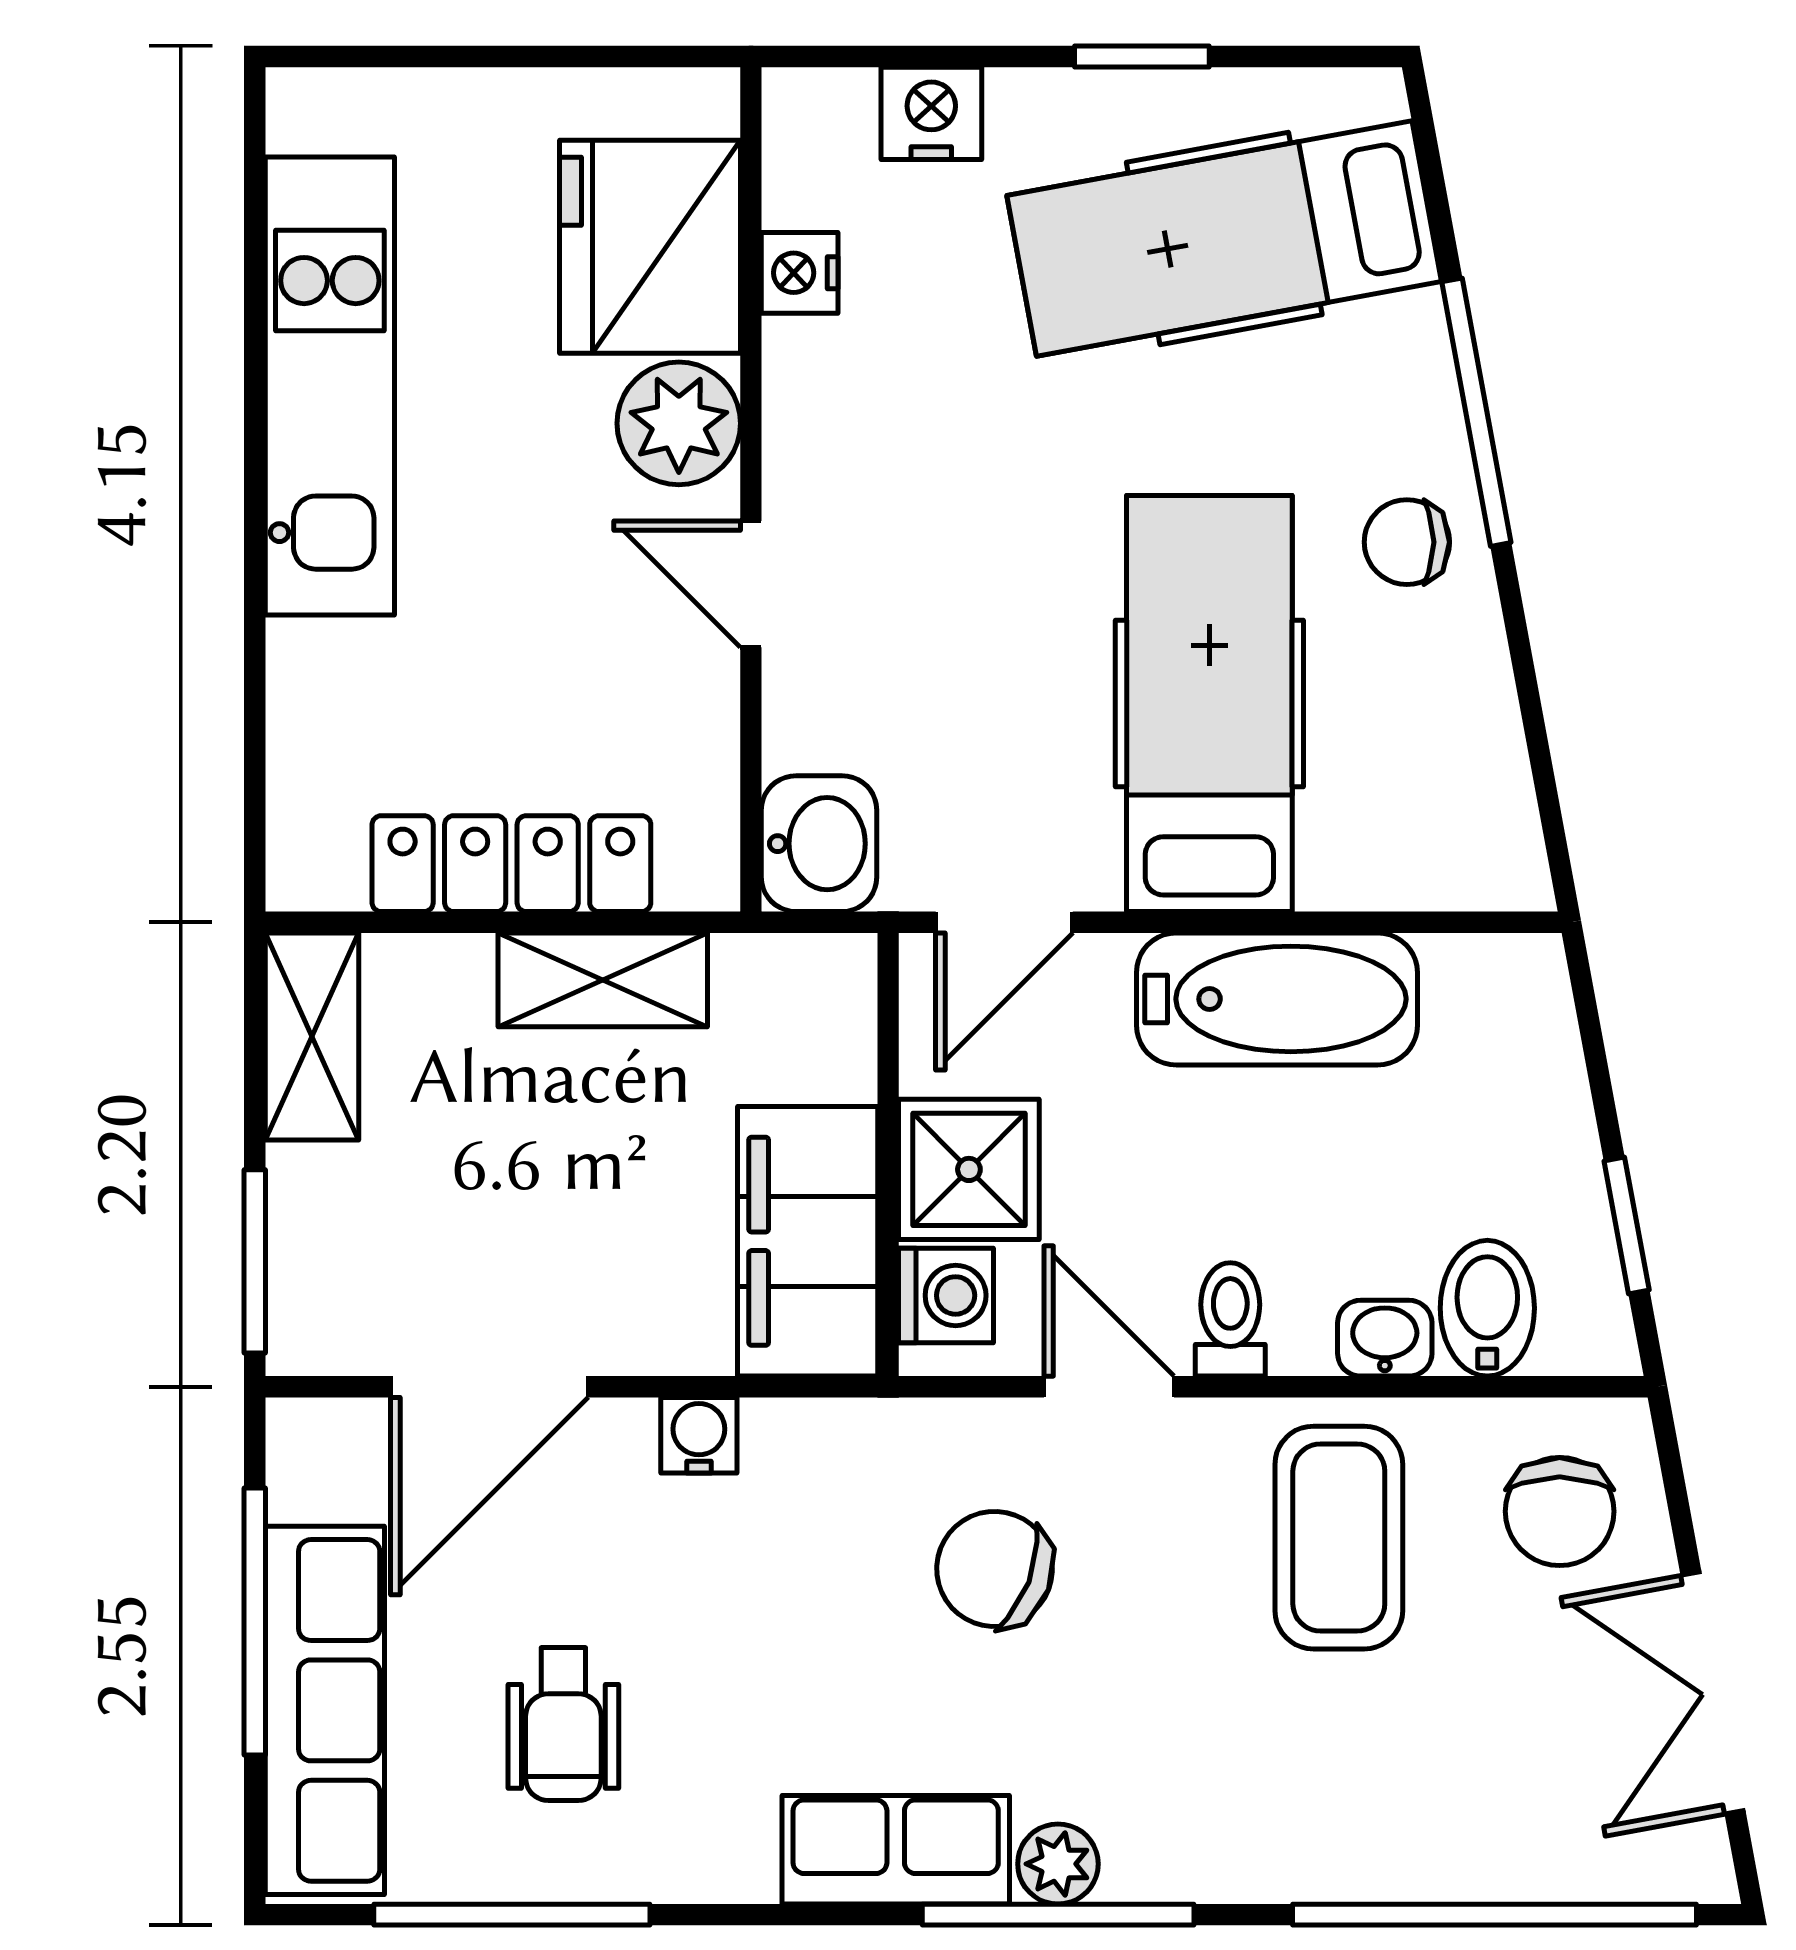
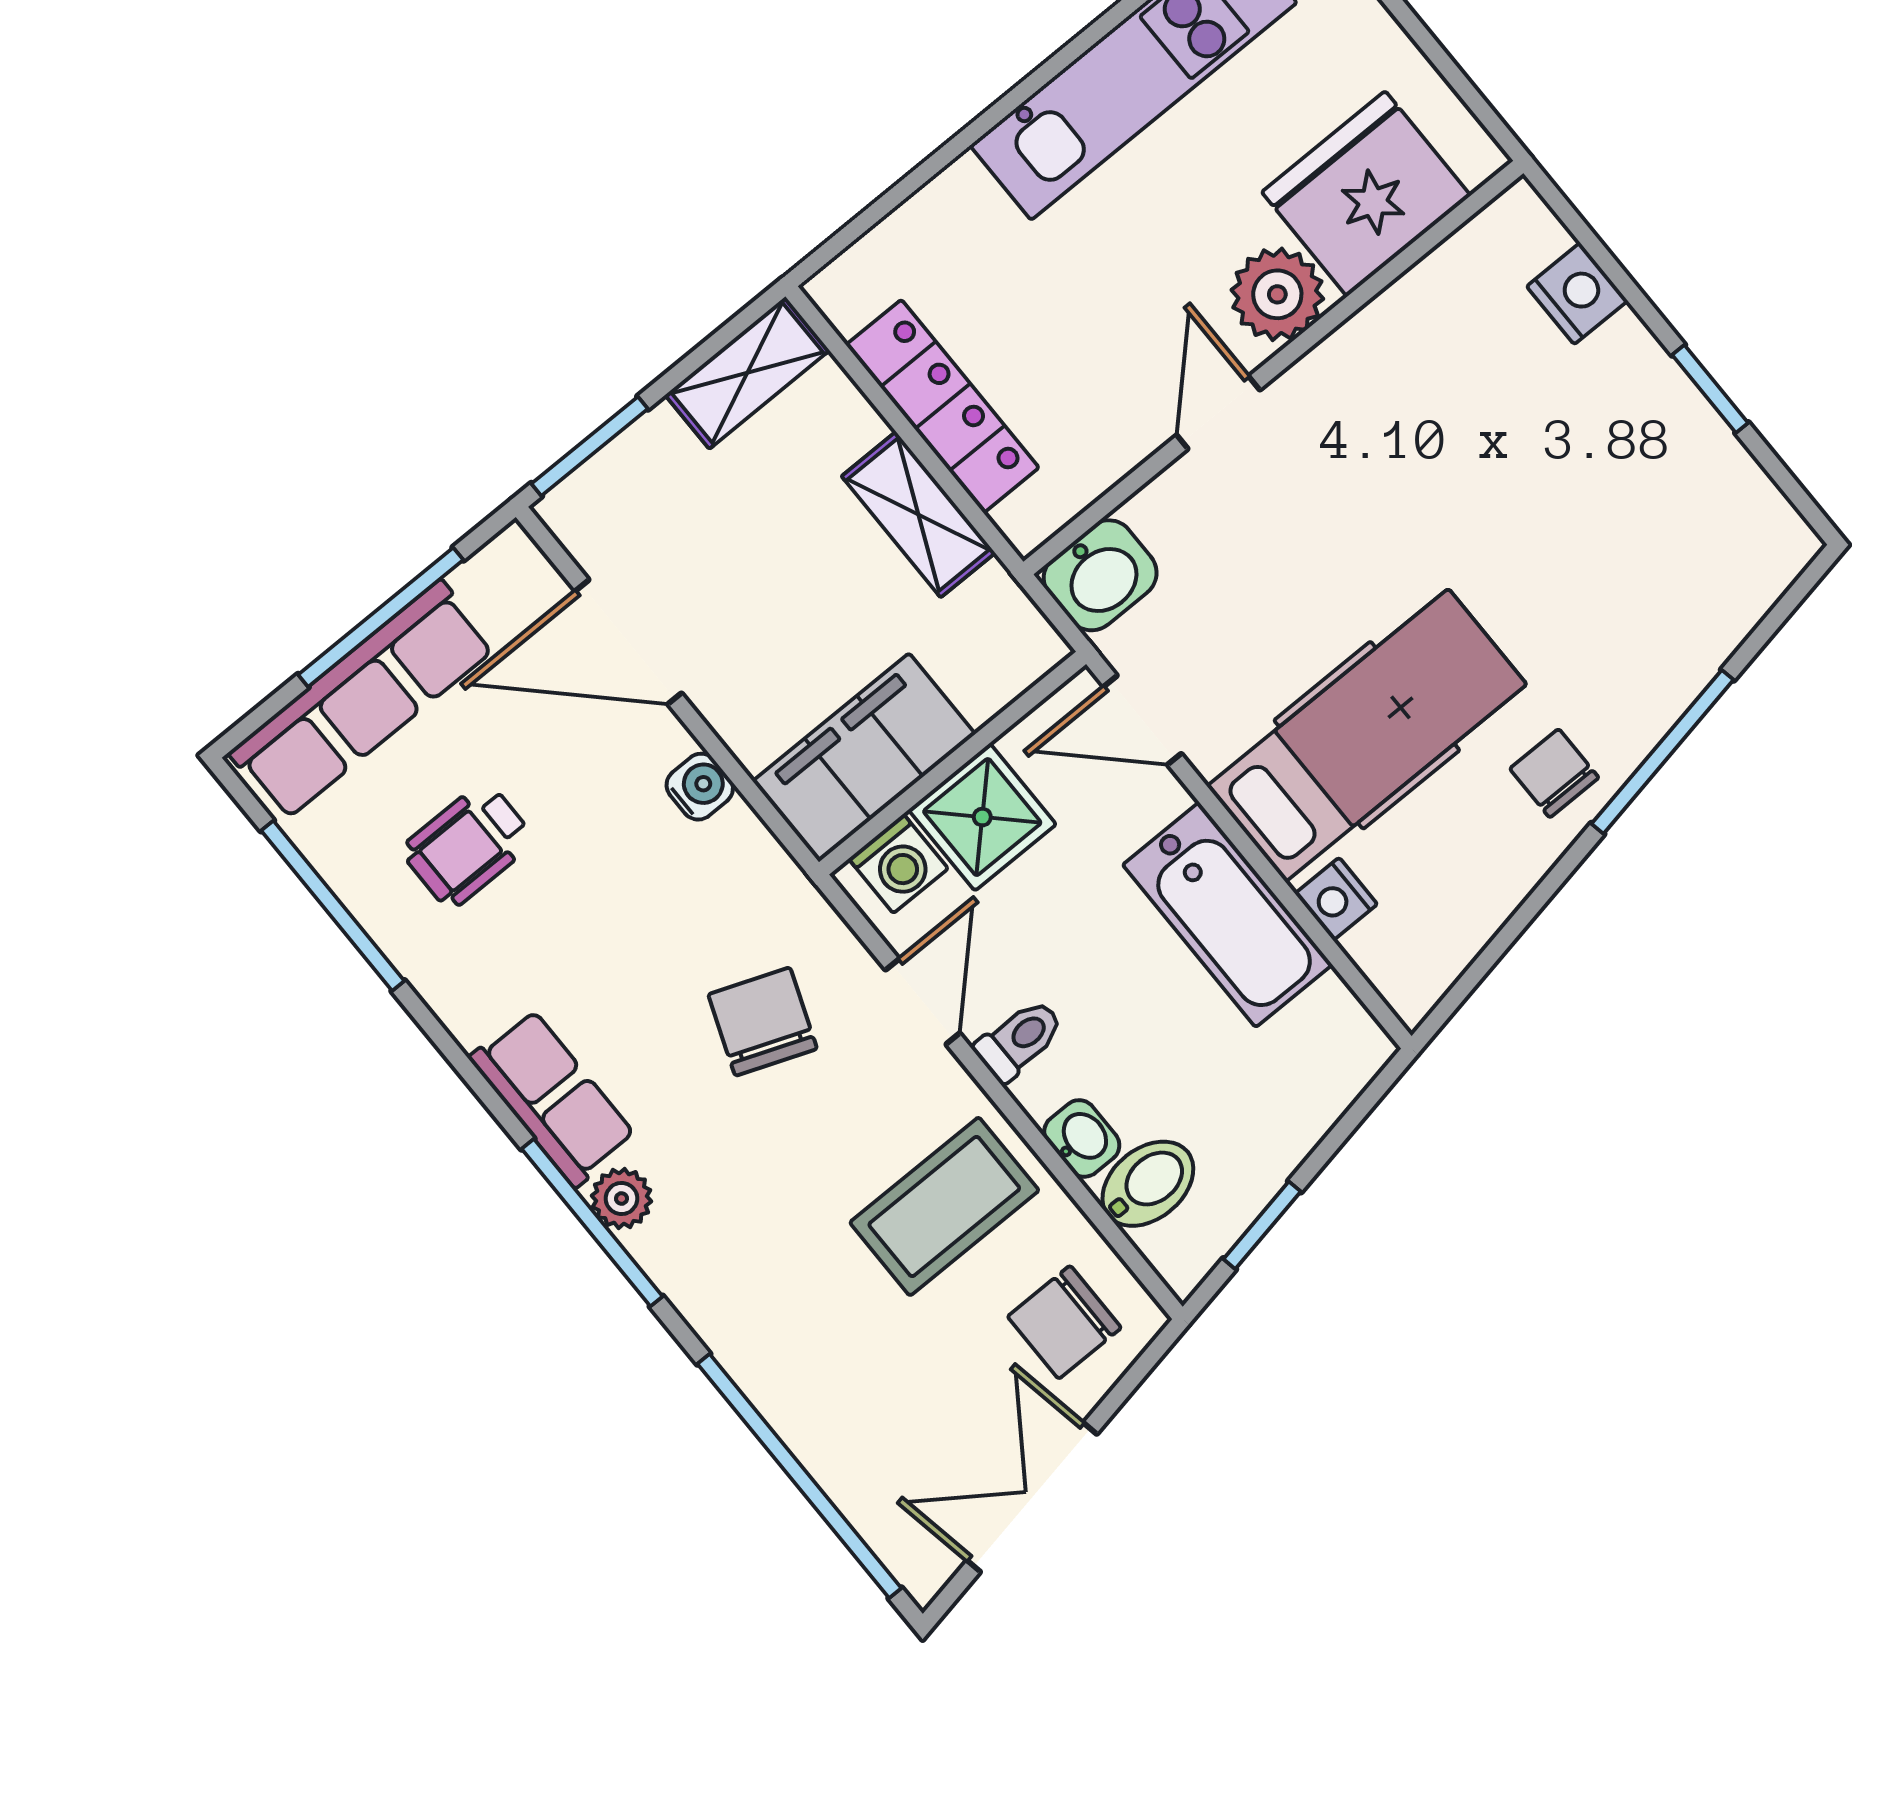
hospital bed: (1224, 239) -> (1644, 523), removed
nightstand: (800, 273) -> (1336, 899), moved, turned -90

